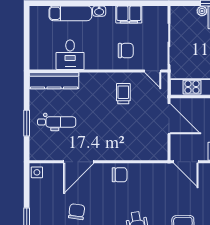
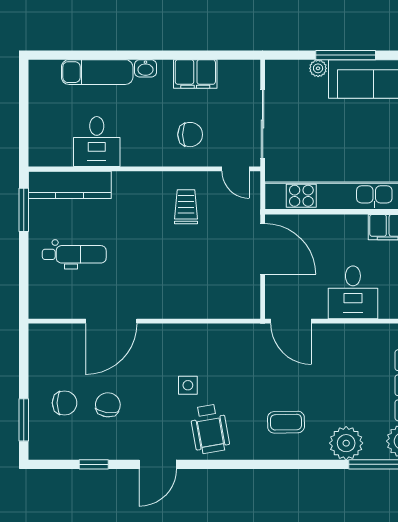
window: (27, 123) -> (24, 210), moved
side table: (37, 172) -> (188, 385), moved
chair: (120, 175) -> (65, 403), moved

